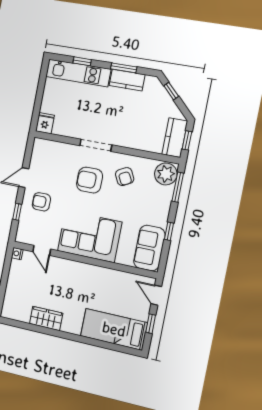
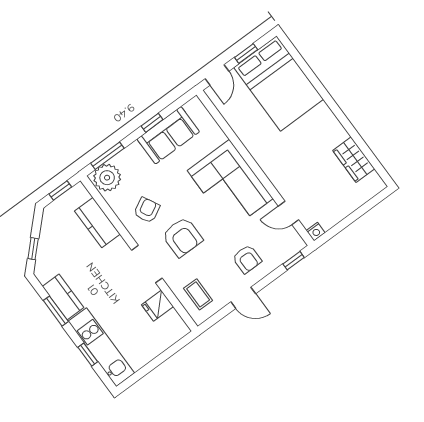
fridge: (45, 123) -> (158, 306), moved
kitchen counter: (175, 138) -> (97, 223), moved, turned 90
coffee table: (51, 156) -> (198, 294), added
window: (17, 212) -> (294, 261), moved
sofa: (149, 248) -> (168, 135), moved
door: (42, 250) -> (289, 213), swing flipped
wardrobe: (46, 318) -> (354, 160), moved
bed: (114, 329) -> (279, 83), width x1.50

